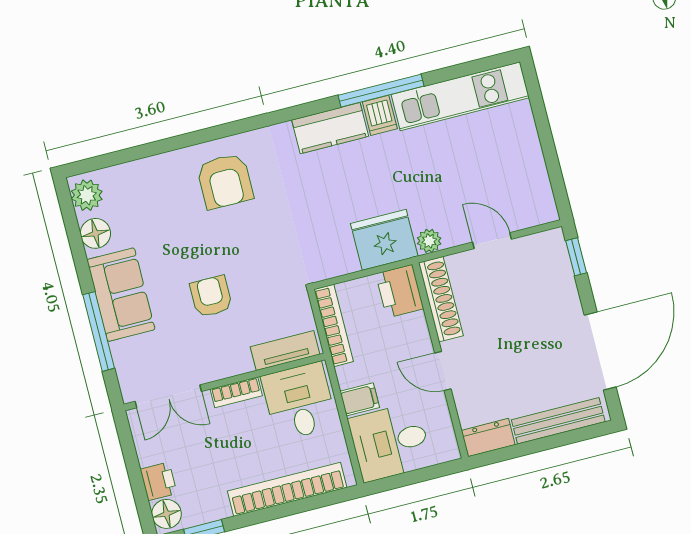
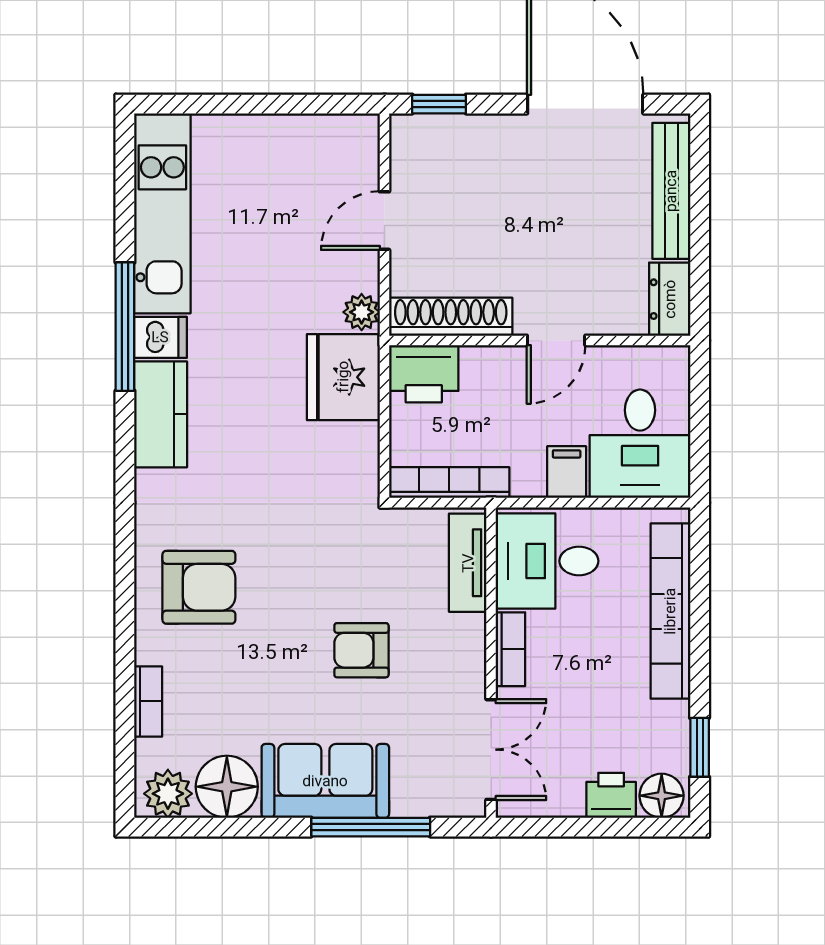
bookcase: (143, 167) -> (148, 701), added
floor lamp: (95, 233) -> (227, 787), width x1.38, depth x1.38

